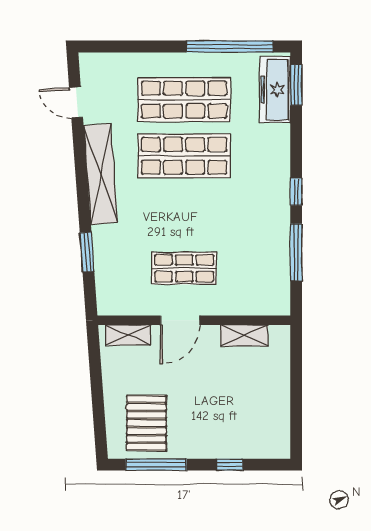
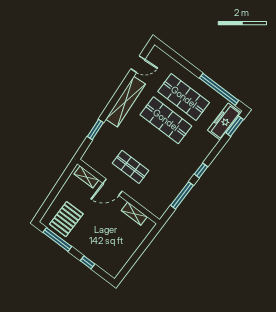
door: (76, 102) -> (138, 64), swing flipped

